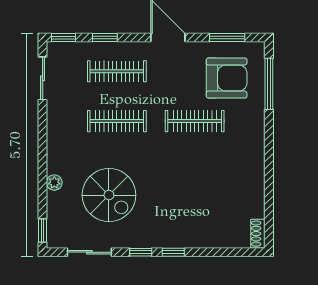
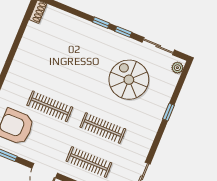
plant: (54, 183) -> (177, 68), moved
window: (43, 230) -> (169, 112), moved

